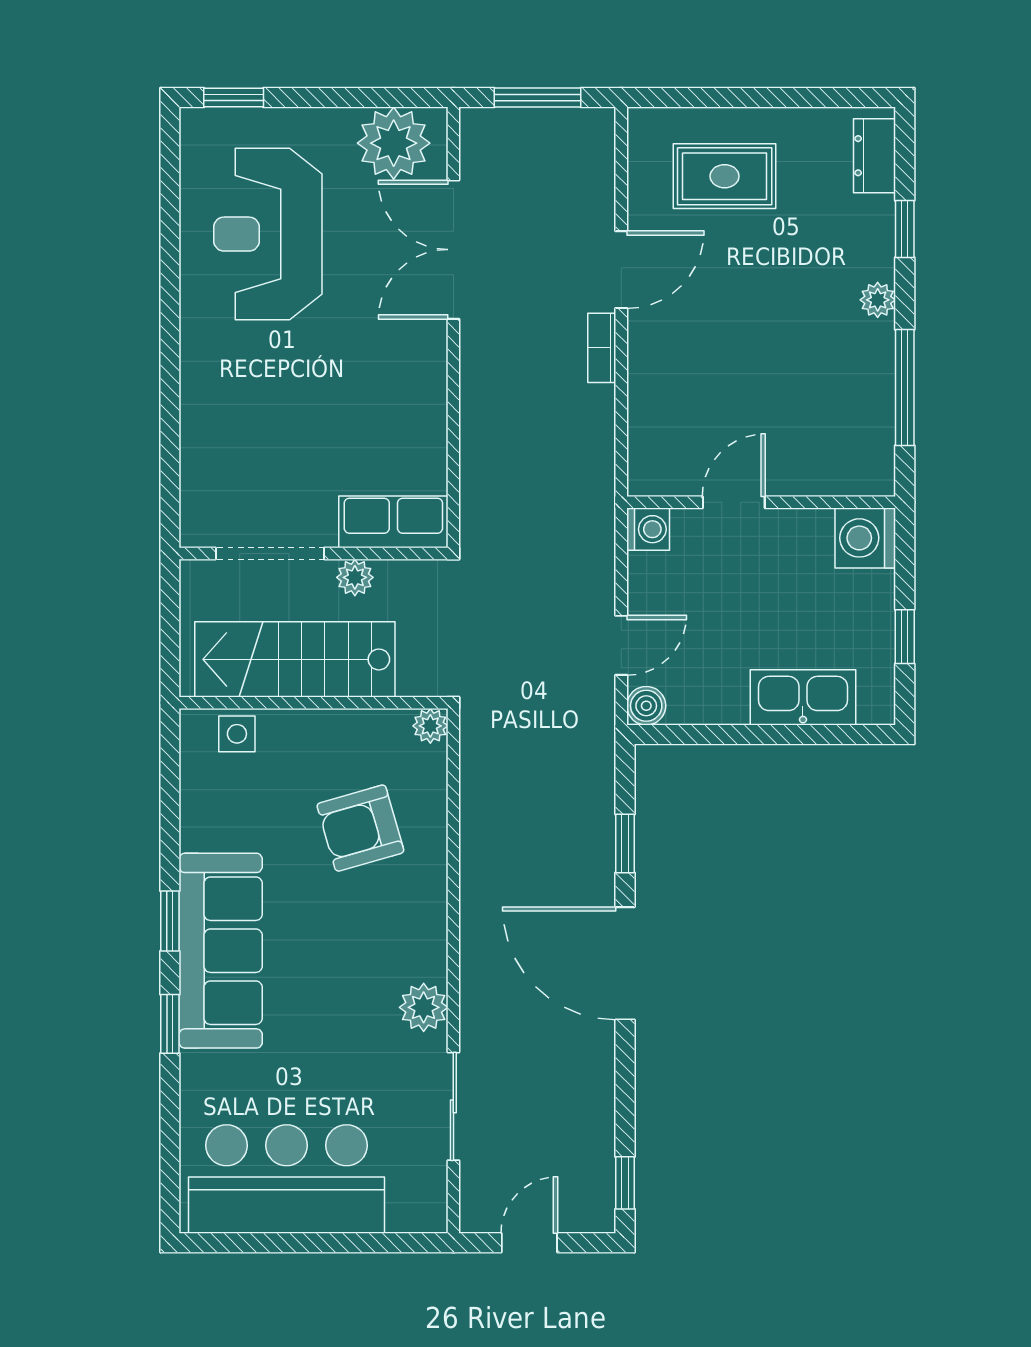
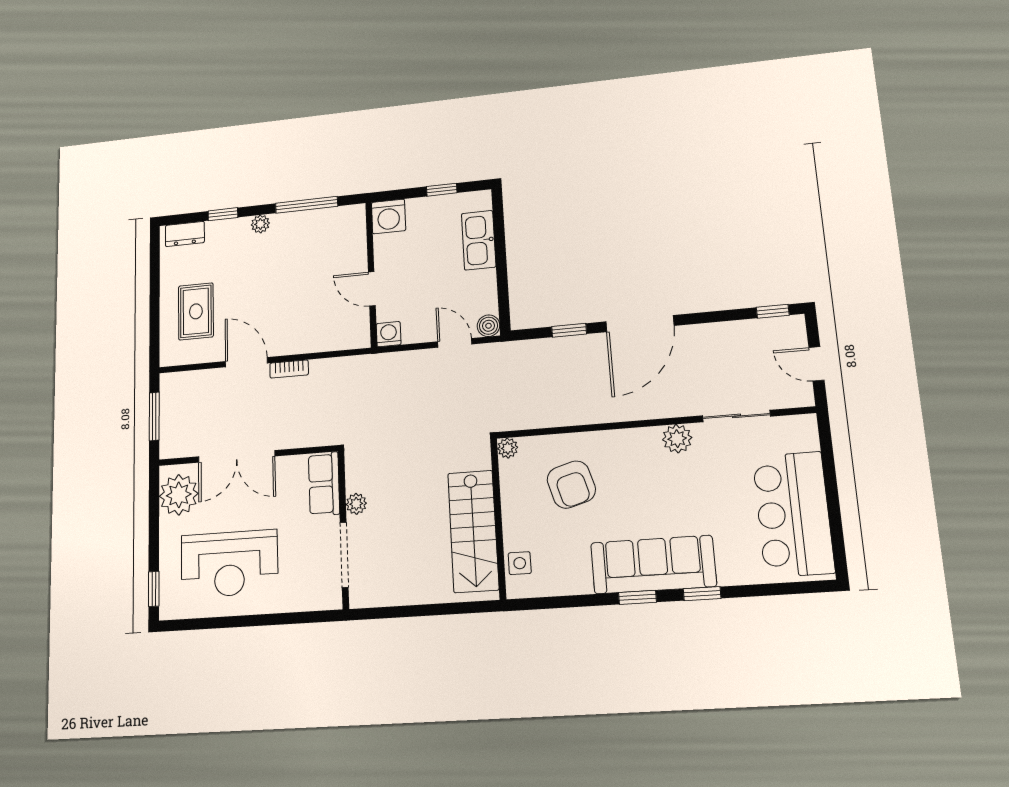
row of seats: (393, 522) -> (324, 484), moved
doorway: (270, 554) -> (344, 555), moved
wall: (313, 554) -> (343, 529), moved
plant: (355, 577) -> (356, 504), moved

